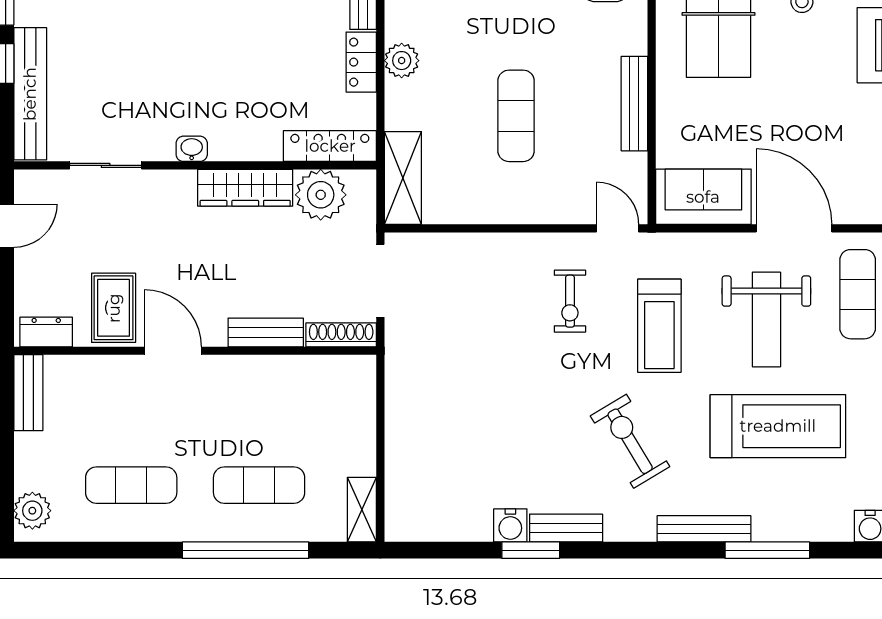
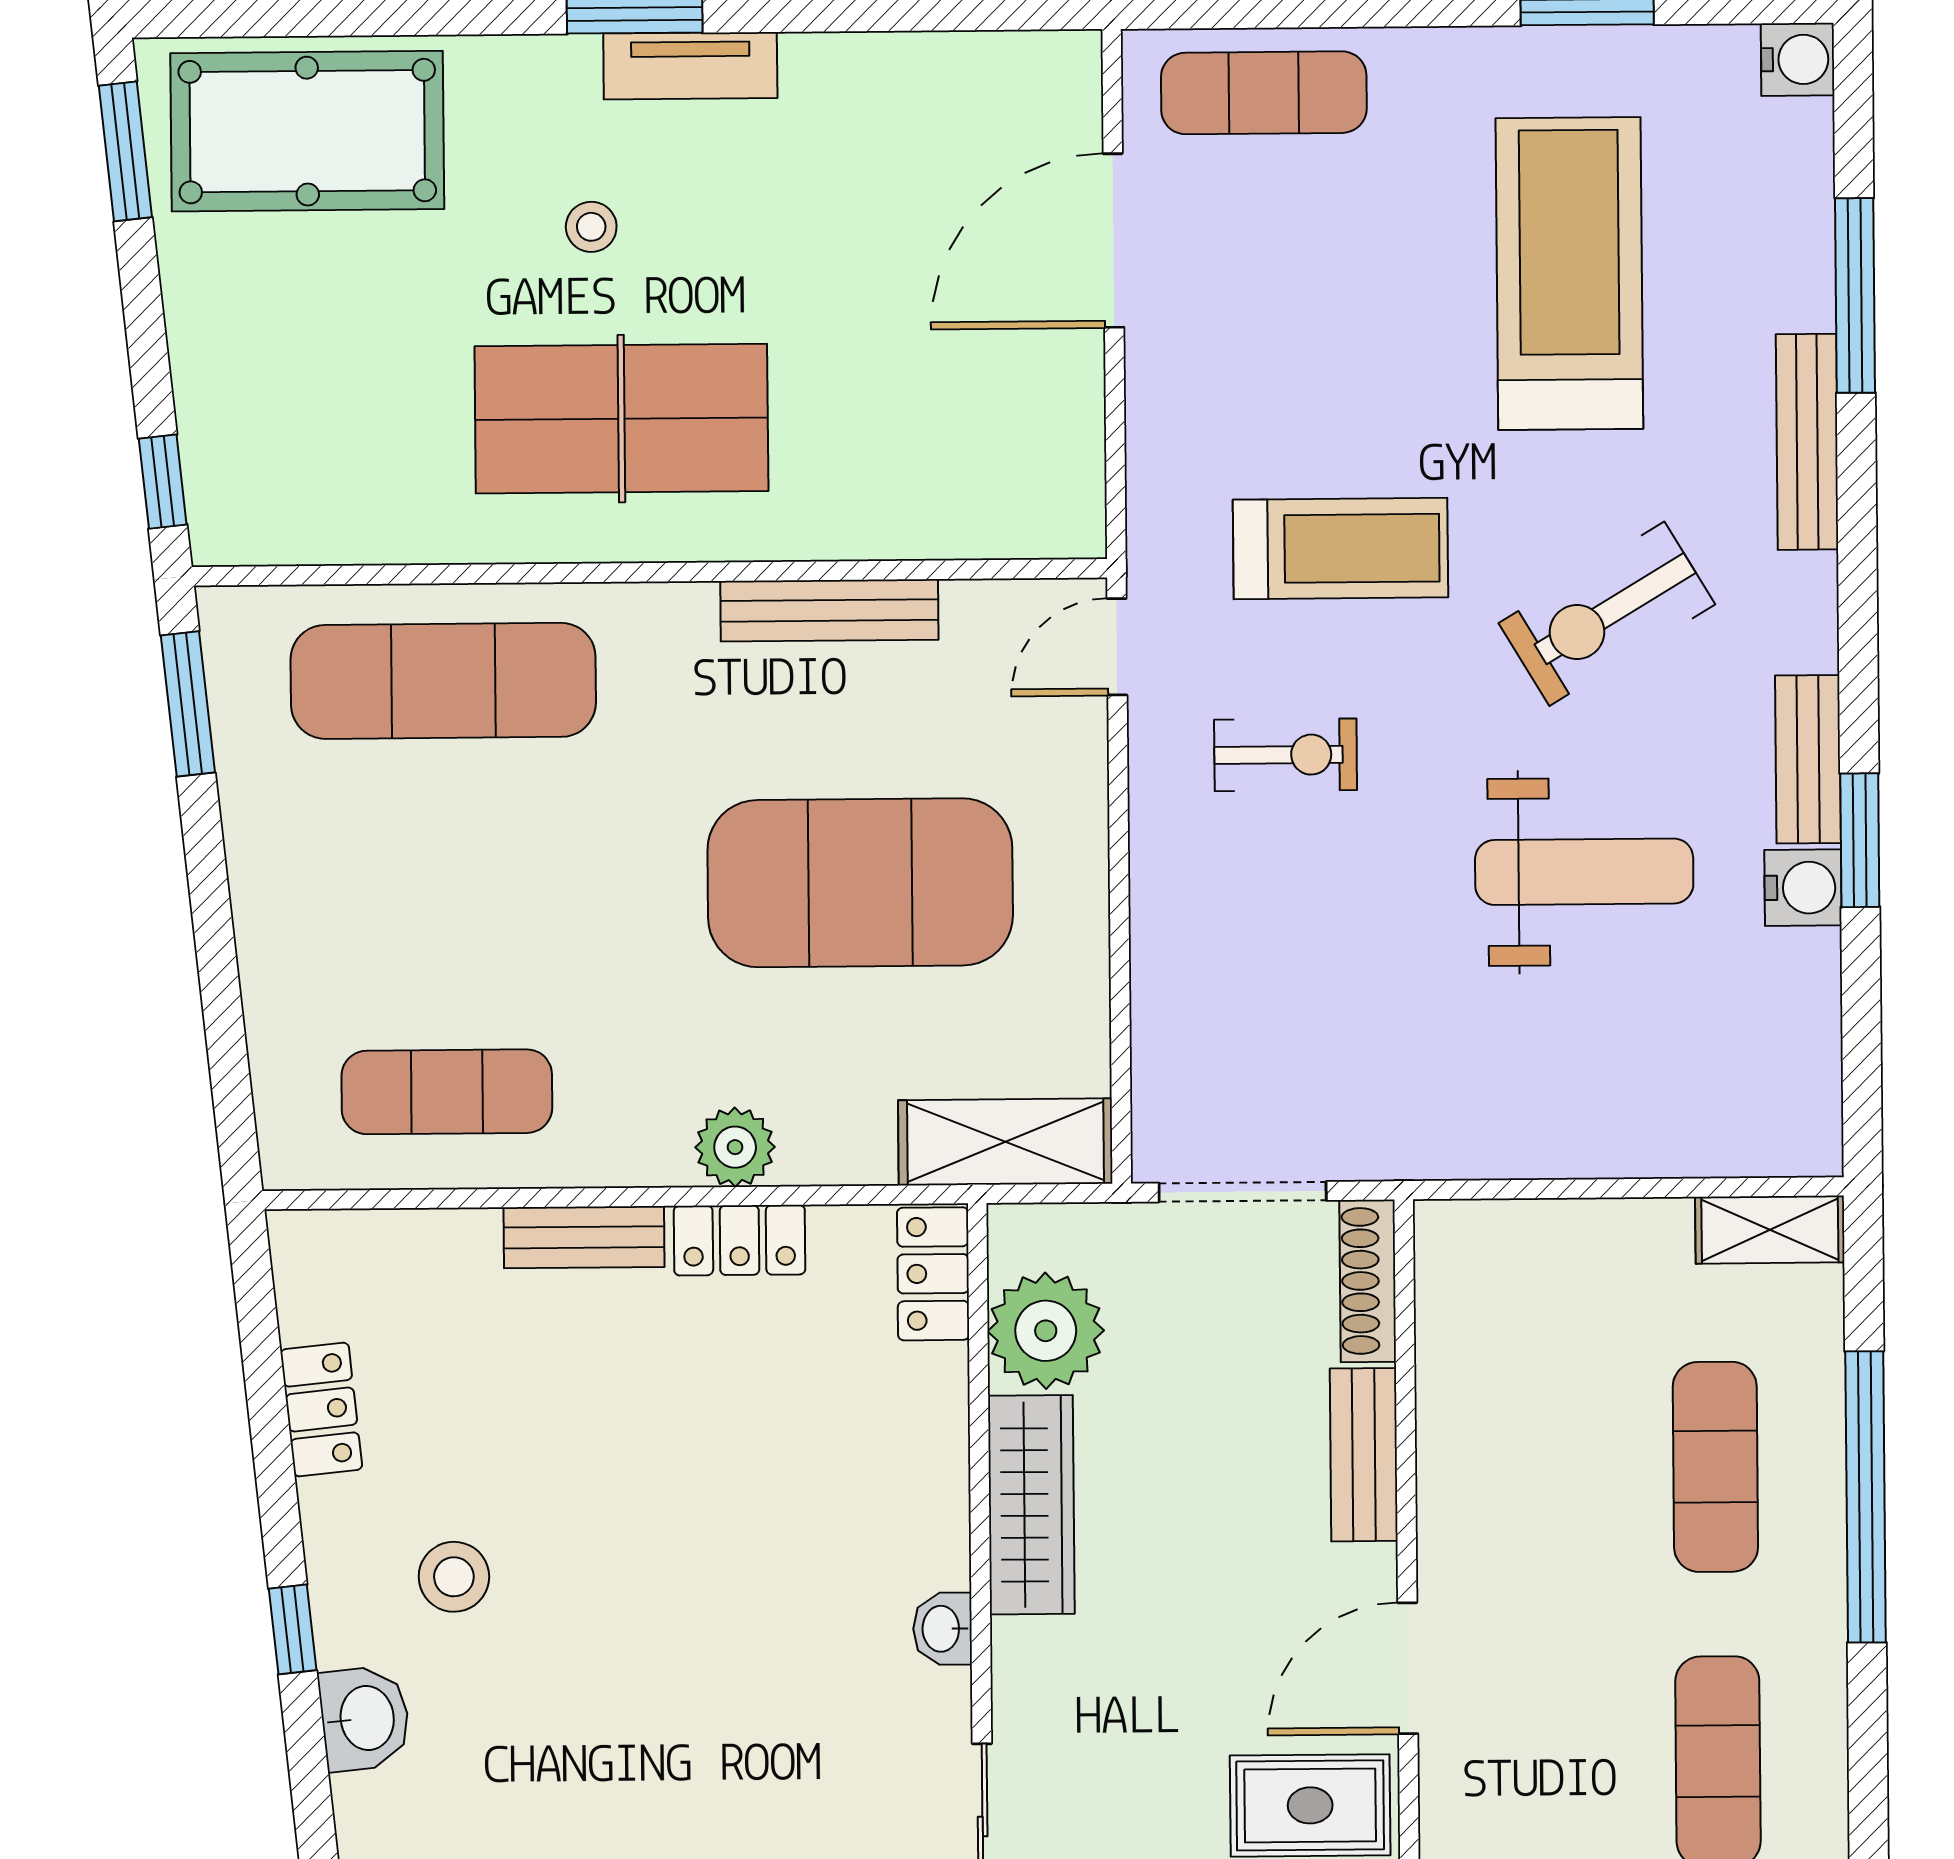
exercise mat: (516, 116) -> (860, 883), width x2.00, depth x1.45
locker: (330, 146) -> (933, 1274), width x0.66
sofa: (703, 197) -> (1043, 450), removed
weight bench: (766, 319) -> (1584, 872), moved

